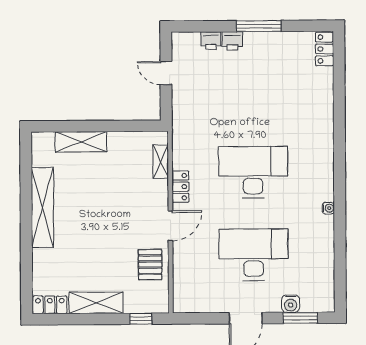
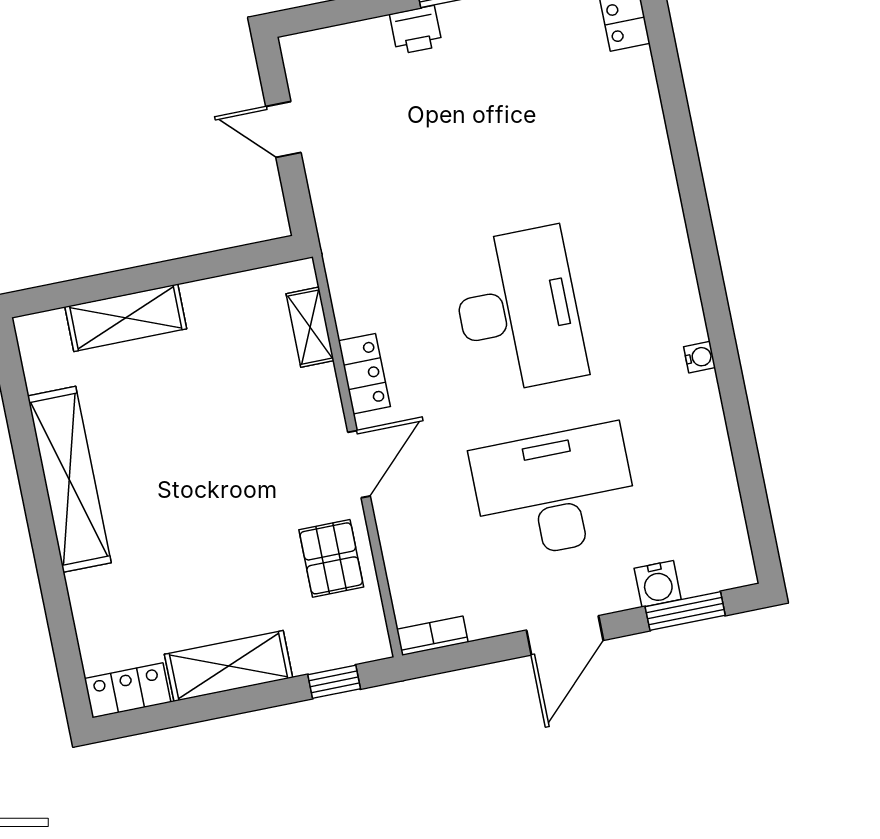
printer: (211, 41) -> (368, 39), removed
desk: (253, 172) -> (518, 310), turned 90
bookcase: (188, 307) -> (432, 636), added

